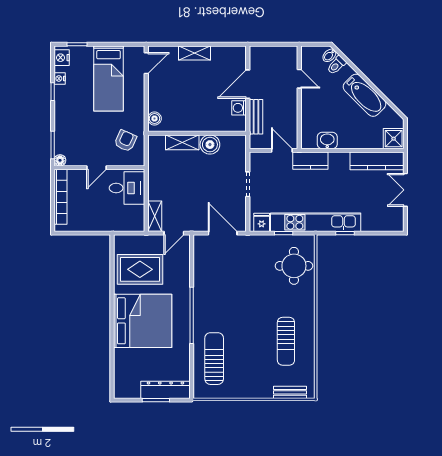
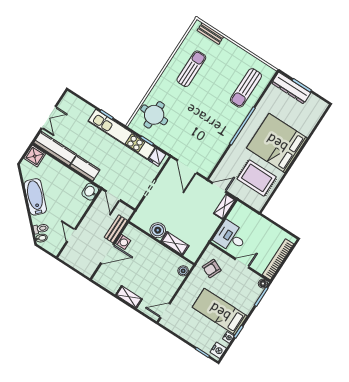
bed: (109, 79) -> (220, 312), moved, turned -90
washbasin: (327, 141) -> (90, 192), moved, turned 90
kitchen counter: (310, 161) -> (85, 168), moved

